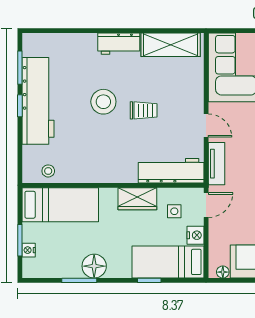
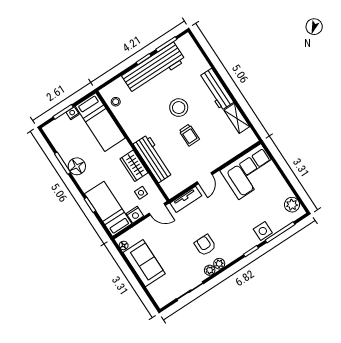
workbench: (119, 44) -> (216, 89), width x1.38
shelving: (171, 45) -> (237, 118), width x0.67, depth x0.75
workbench: (171, 171) -> (153, 159), moved
nightstand: (29, 250) -> (73, 113), moved

